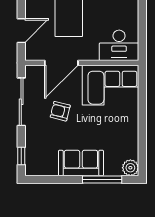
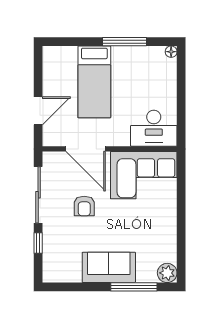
door: (61, 63) -> (86, 149), hinge flipped
armchair: (60, 111) -> (84, 206), turned -104
window: (21, 156) -> (38, 243), moved

